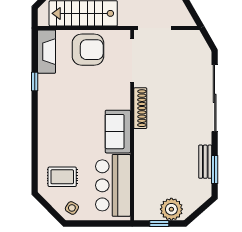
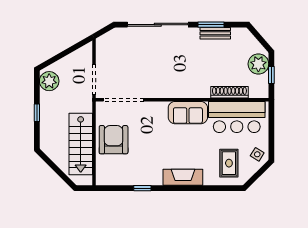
fireplace: (47, 52) -> (183, 177), moved
shoe rack: (140, 108) -> (229, 92), moved
window: (215, 170) -> (211, 25), moved

